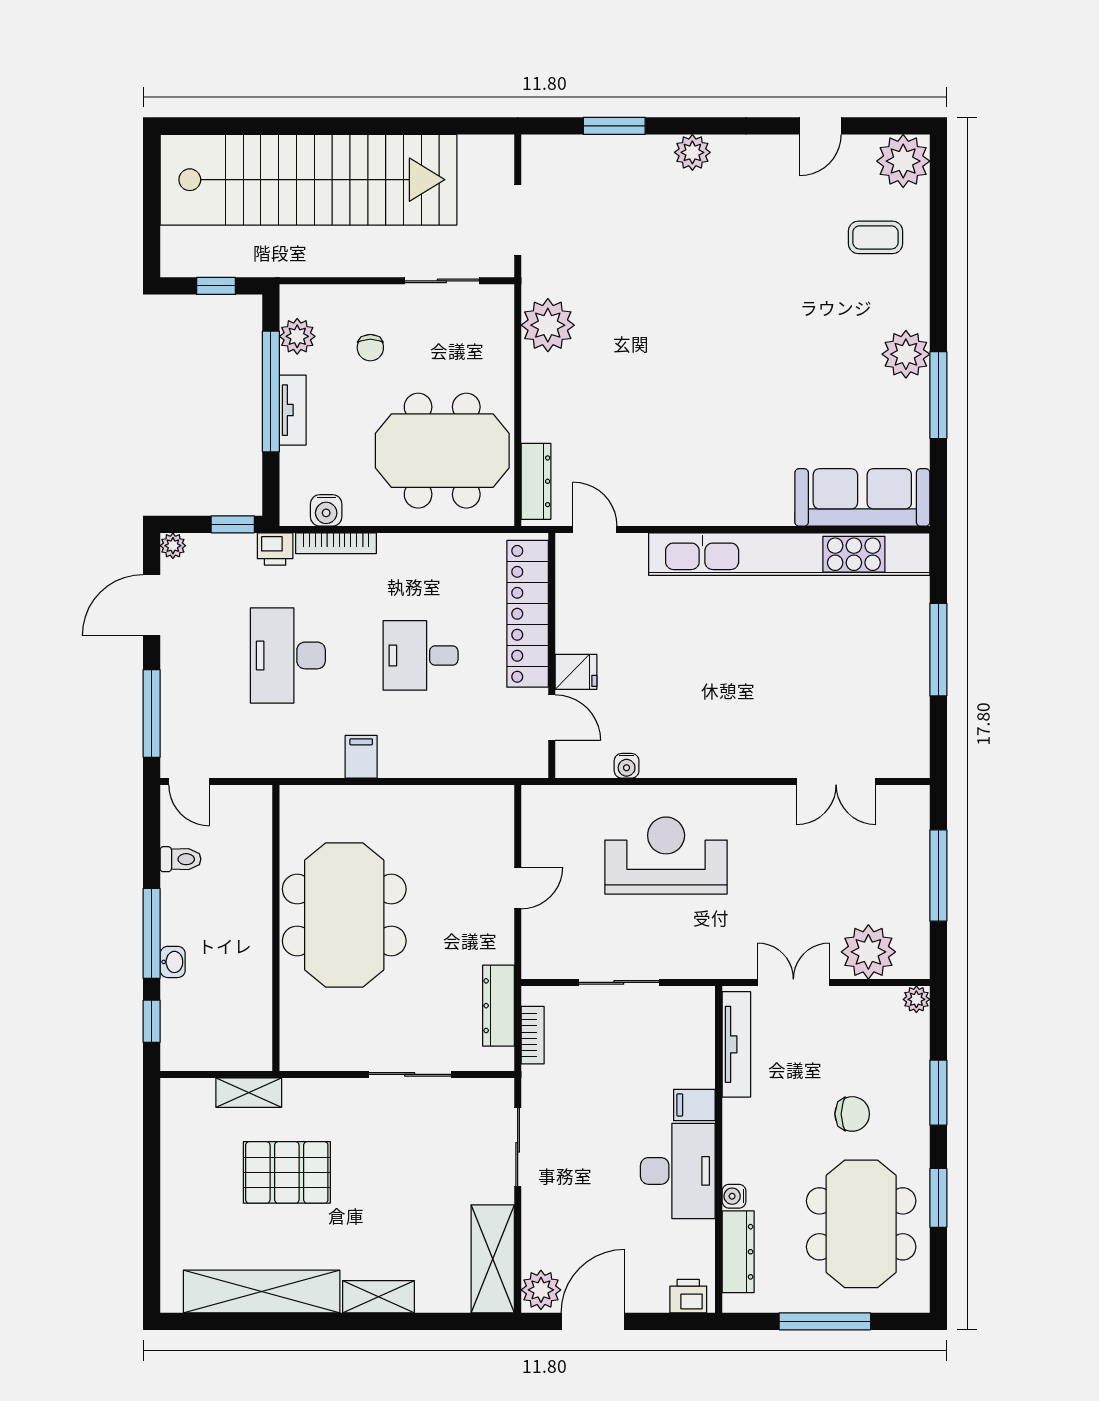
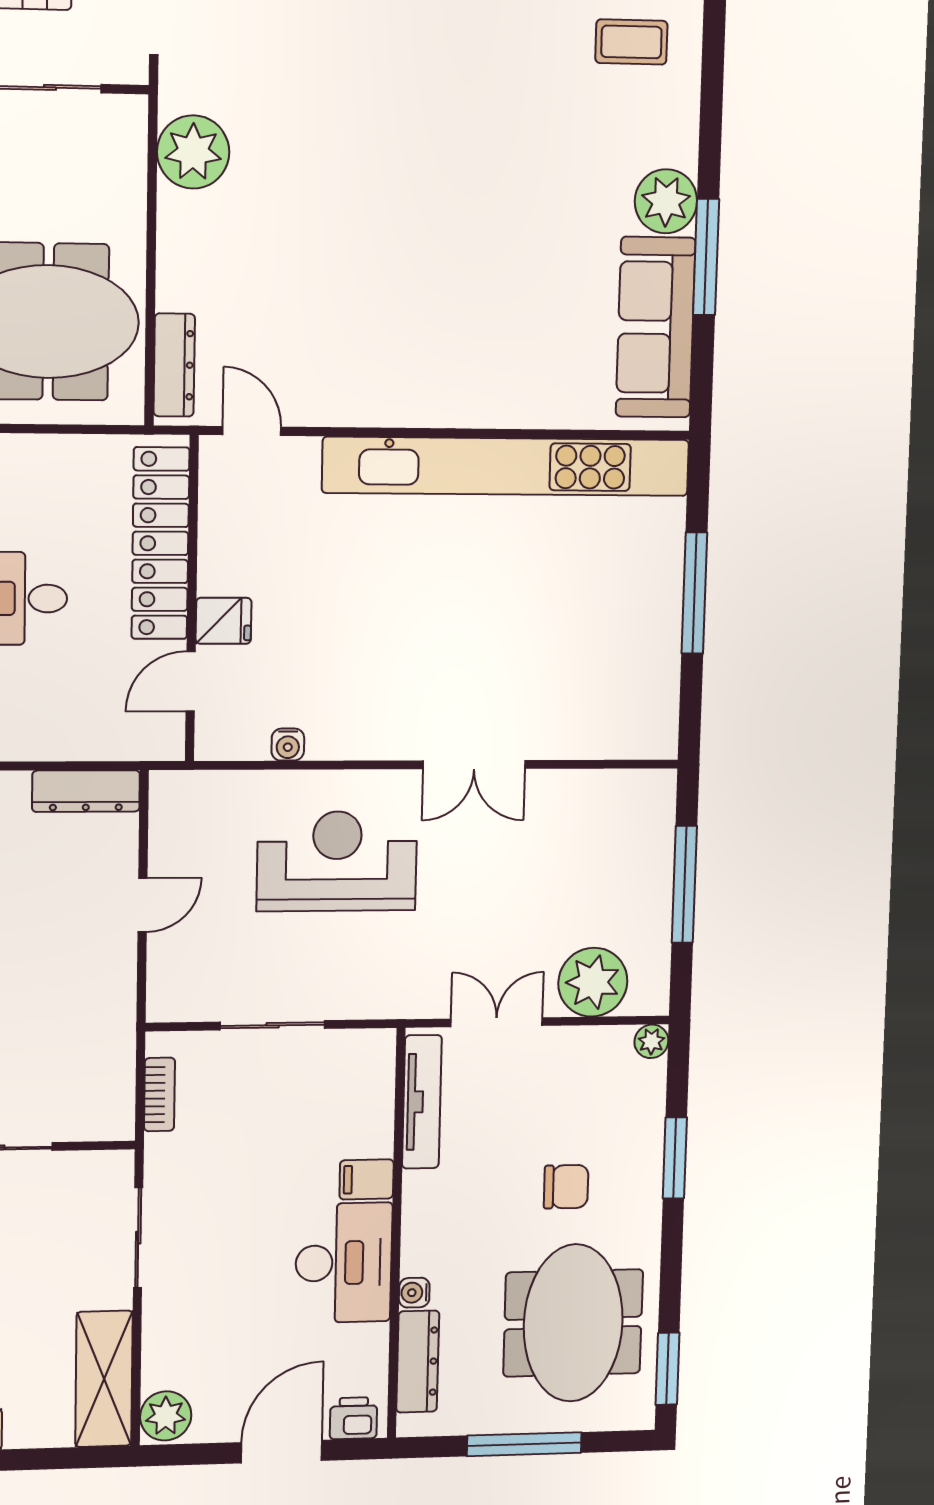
sofa: (862, 497) -> (656, 327), moved, turned -90
door: (552, 718) -> (191, 681), swing flipped
double door: (836, 782) -> (474, 765), moved
dresser: (498, 1006) -> (86, 791), moved, turned -90
window: (938, 1198) -> (667, 1369), moved
door: (593, 1321) -> (282, 1452), moved

